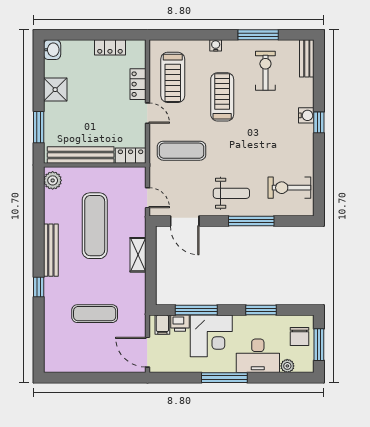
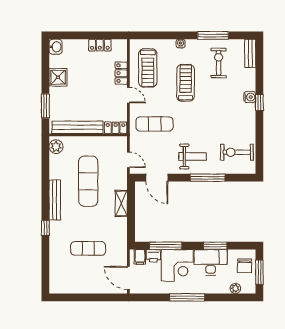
desk: (258, 356) -> (211, 262), moved, turned 180

